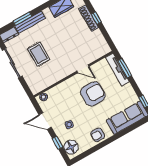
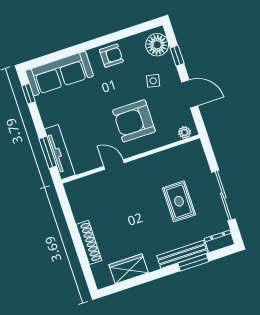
window: (96, 18) -> (77, 240), removed
armchair: (93, 94) -> (134, 121), moved

